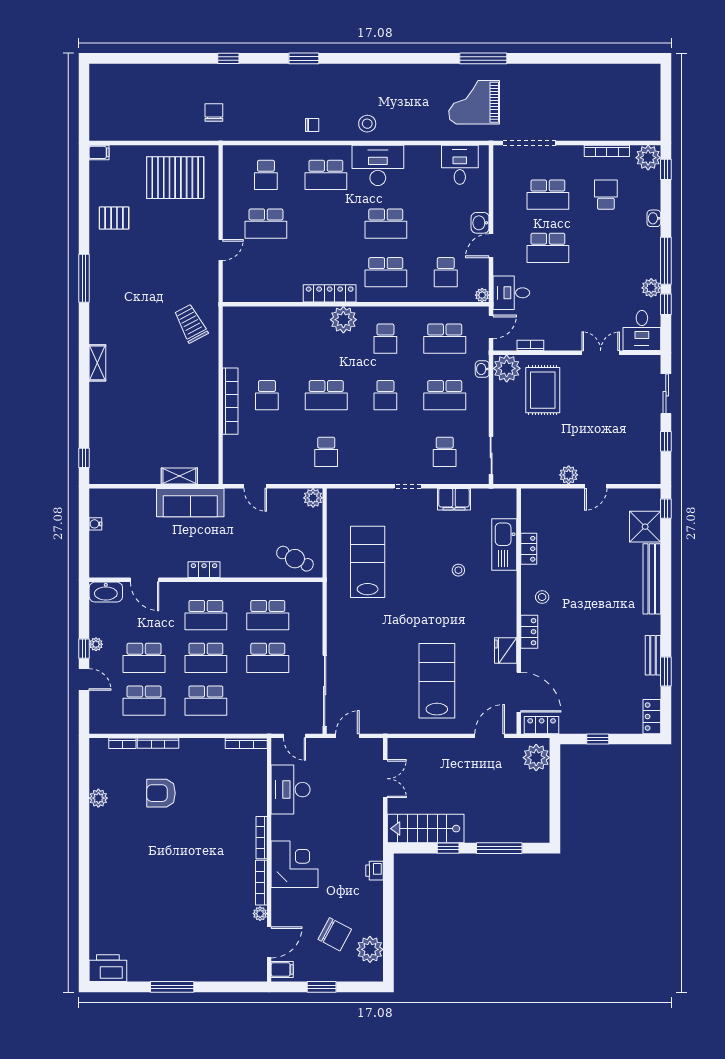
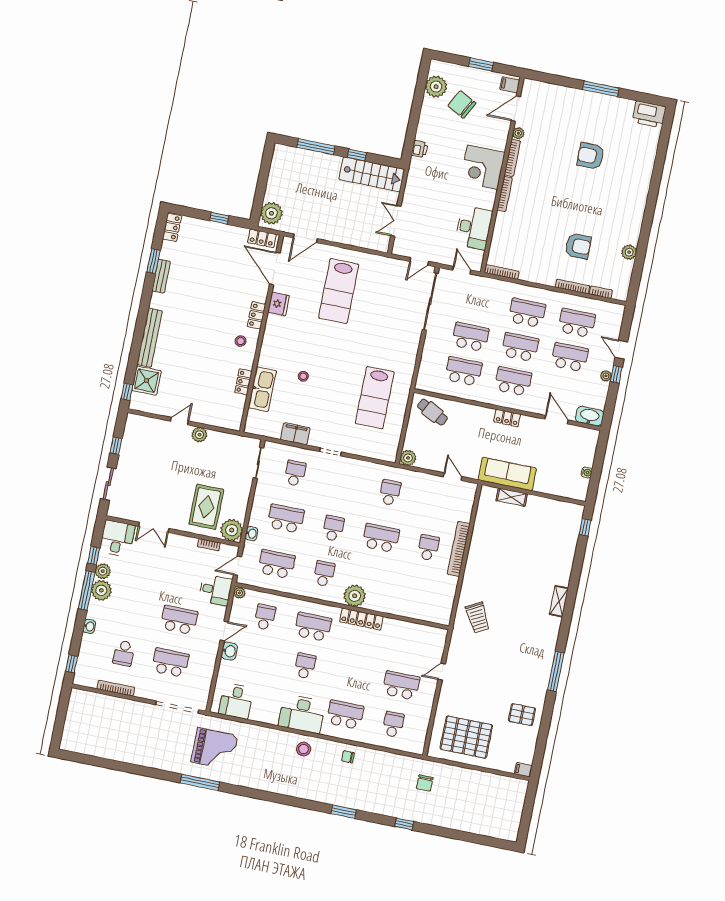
plant: (648, 158) -> (101, 590), moved
school desk: (386, 224) -> (305, 666), width x0.54
armchair: (168, 904) -> (591, 156), added

